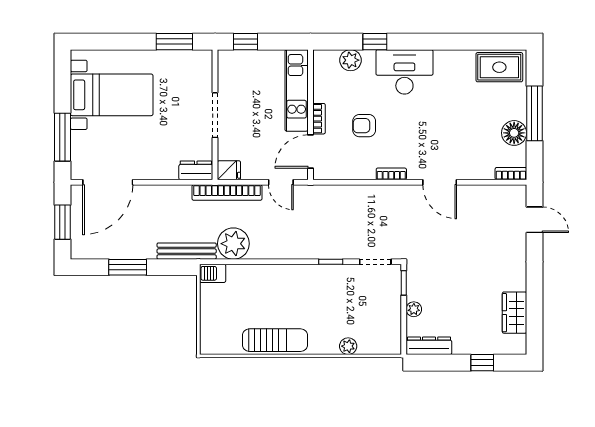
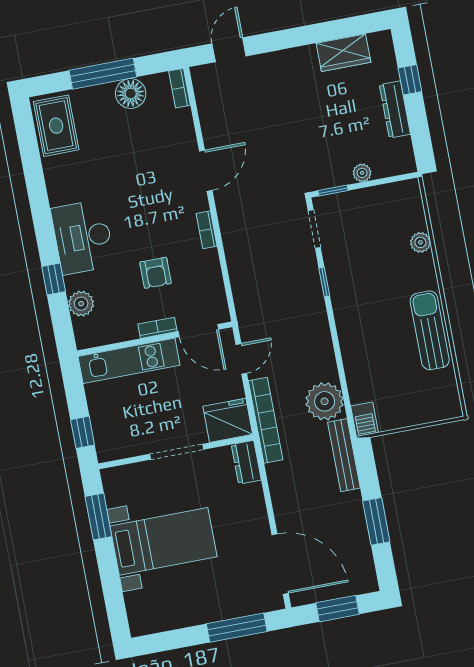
bed with nightstands: (112, 95) -> (164, 541), moved, turned 90
fridge: (229, 170) -> (228, 420), width x1.88, depth x1.34
dresser: (429, 346) -> (395, 109), moved

